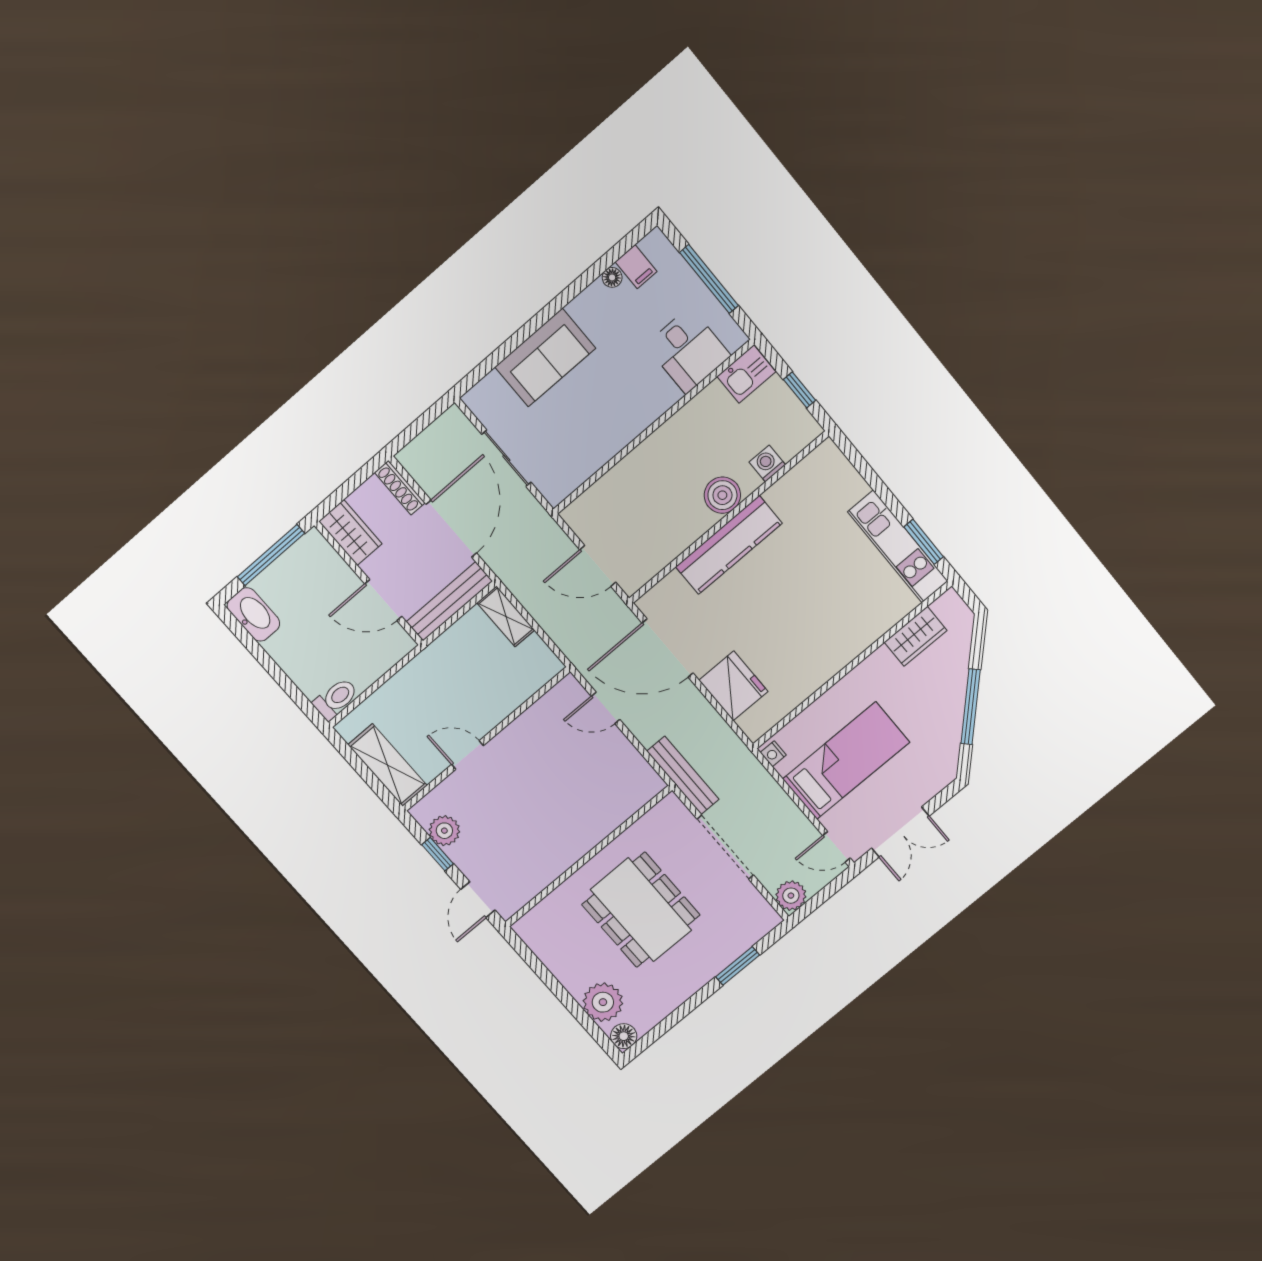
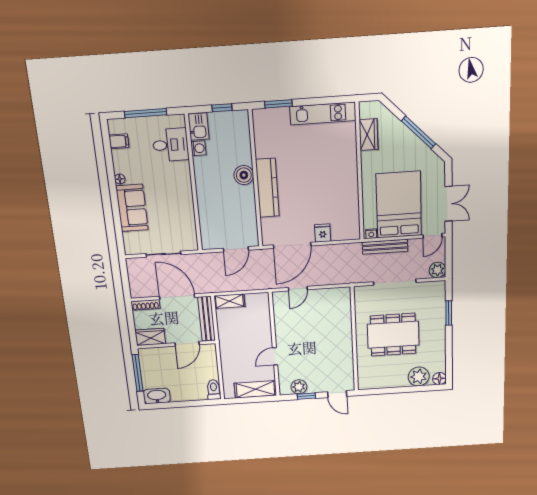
floor lamp: (612, 277) -> (120, 179), moved
washing machine: (767, 463) -> (198, 148), moved, turned 180
window: (924, 542) -> (278, 104), moved
fridge: (733, 686) -> (323, 233), width x0.53, depth x0.75
bed: (846, 761) -> (399, 205), width x1.50
bench: (683, 775) -> (385, 247), moved

